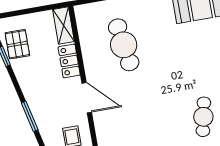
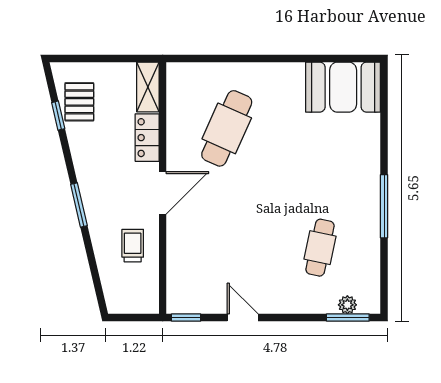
cafe table: (124, 45) -> (227, 128), turned 33
door: (87, 98) -> (163, 193), hinge flipped

